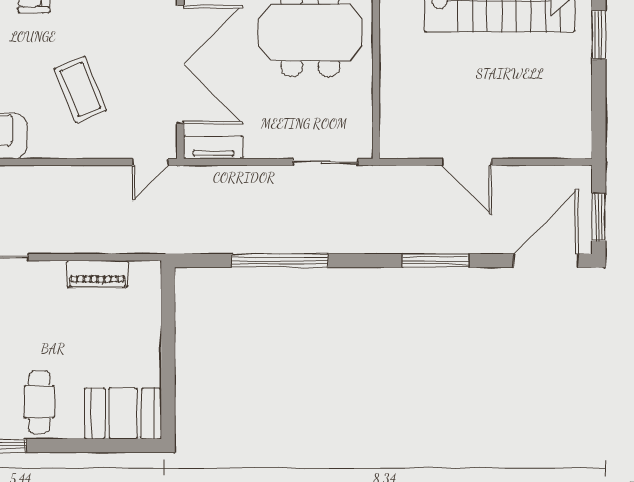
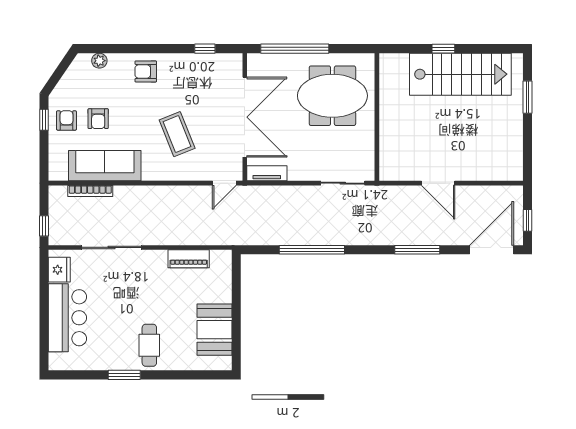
window: (599, 217) -> (527, 220), width x0.67
booth: (123, 413) -> (214, 330), moved, turned 90

